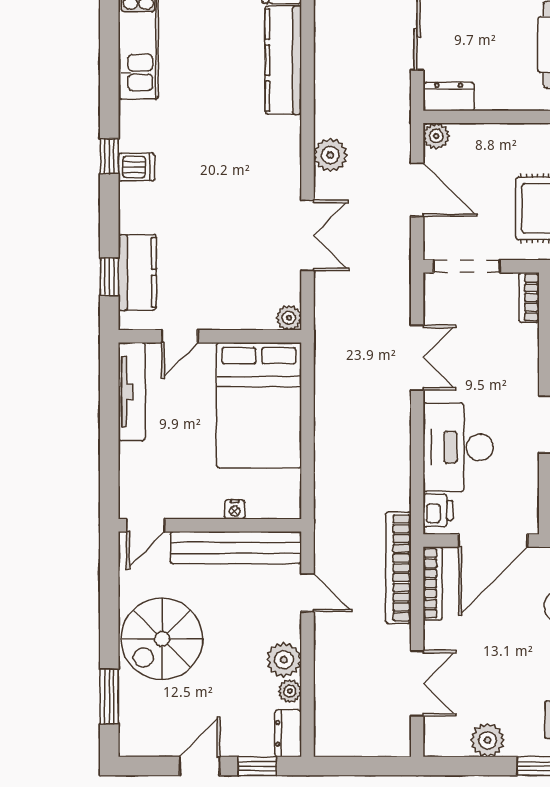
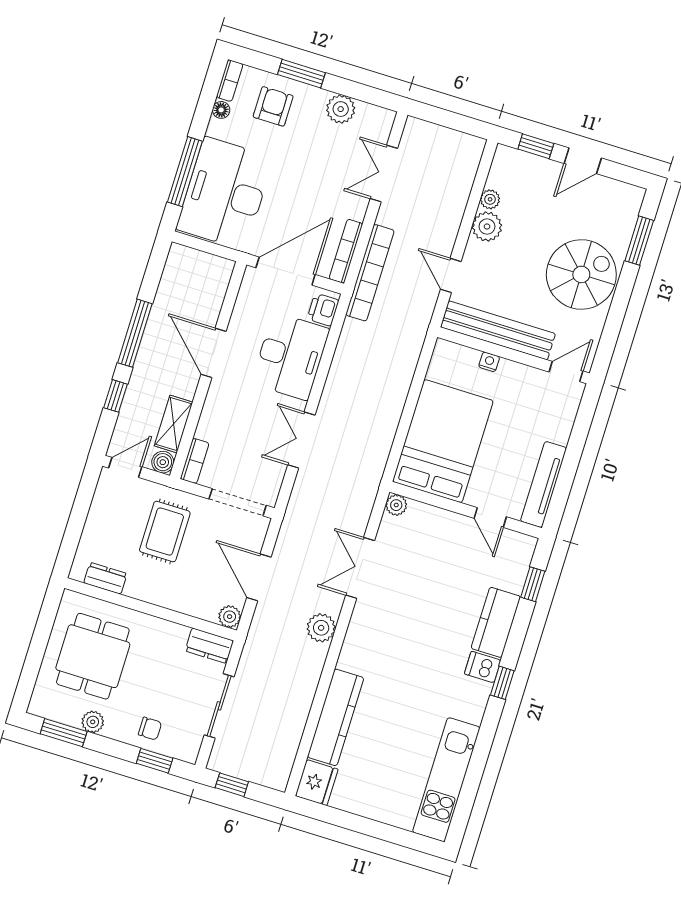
kitchen counter: (137, 272) -> (496, 622), moved
door: (180, 336) -> (490, 518), swing flipped
dresser: (288, 733) -> (502, 165), removed

